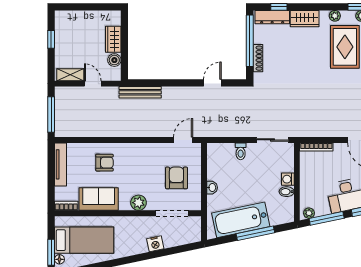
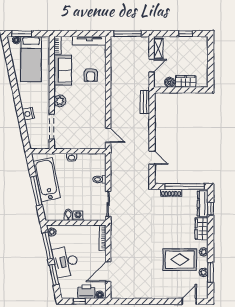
bench: (140, 92) -> (145, 102), width x0.73
armchair: (176, 178) -> (79, 130), removed

